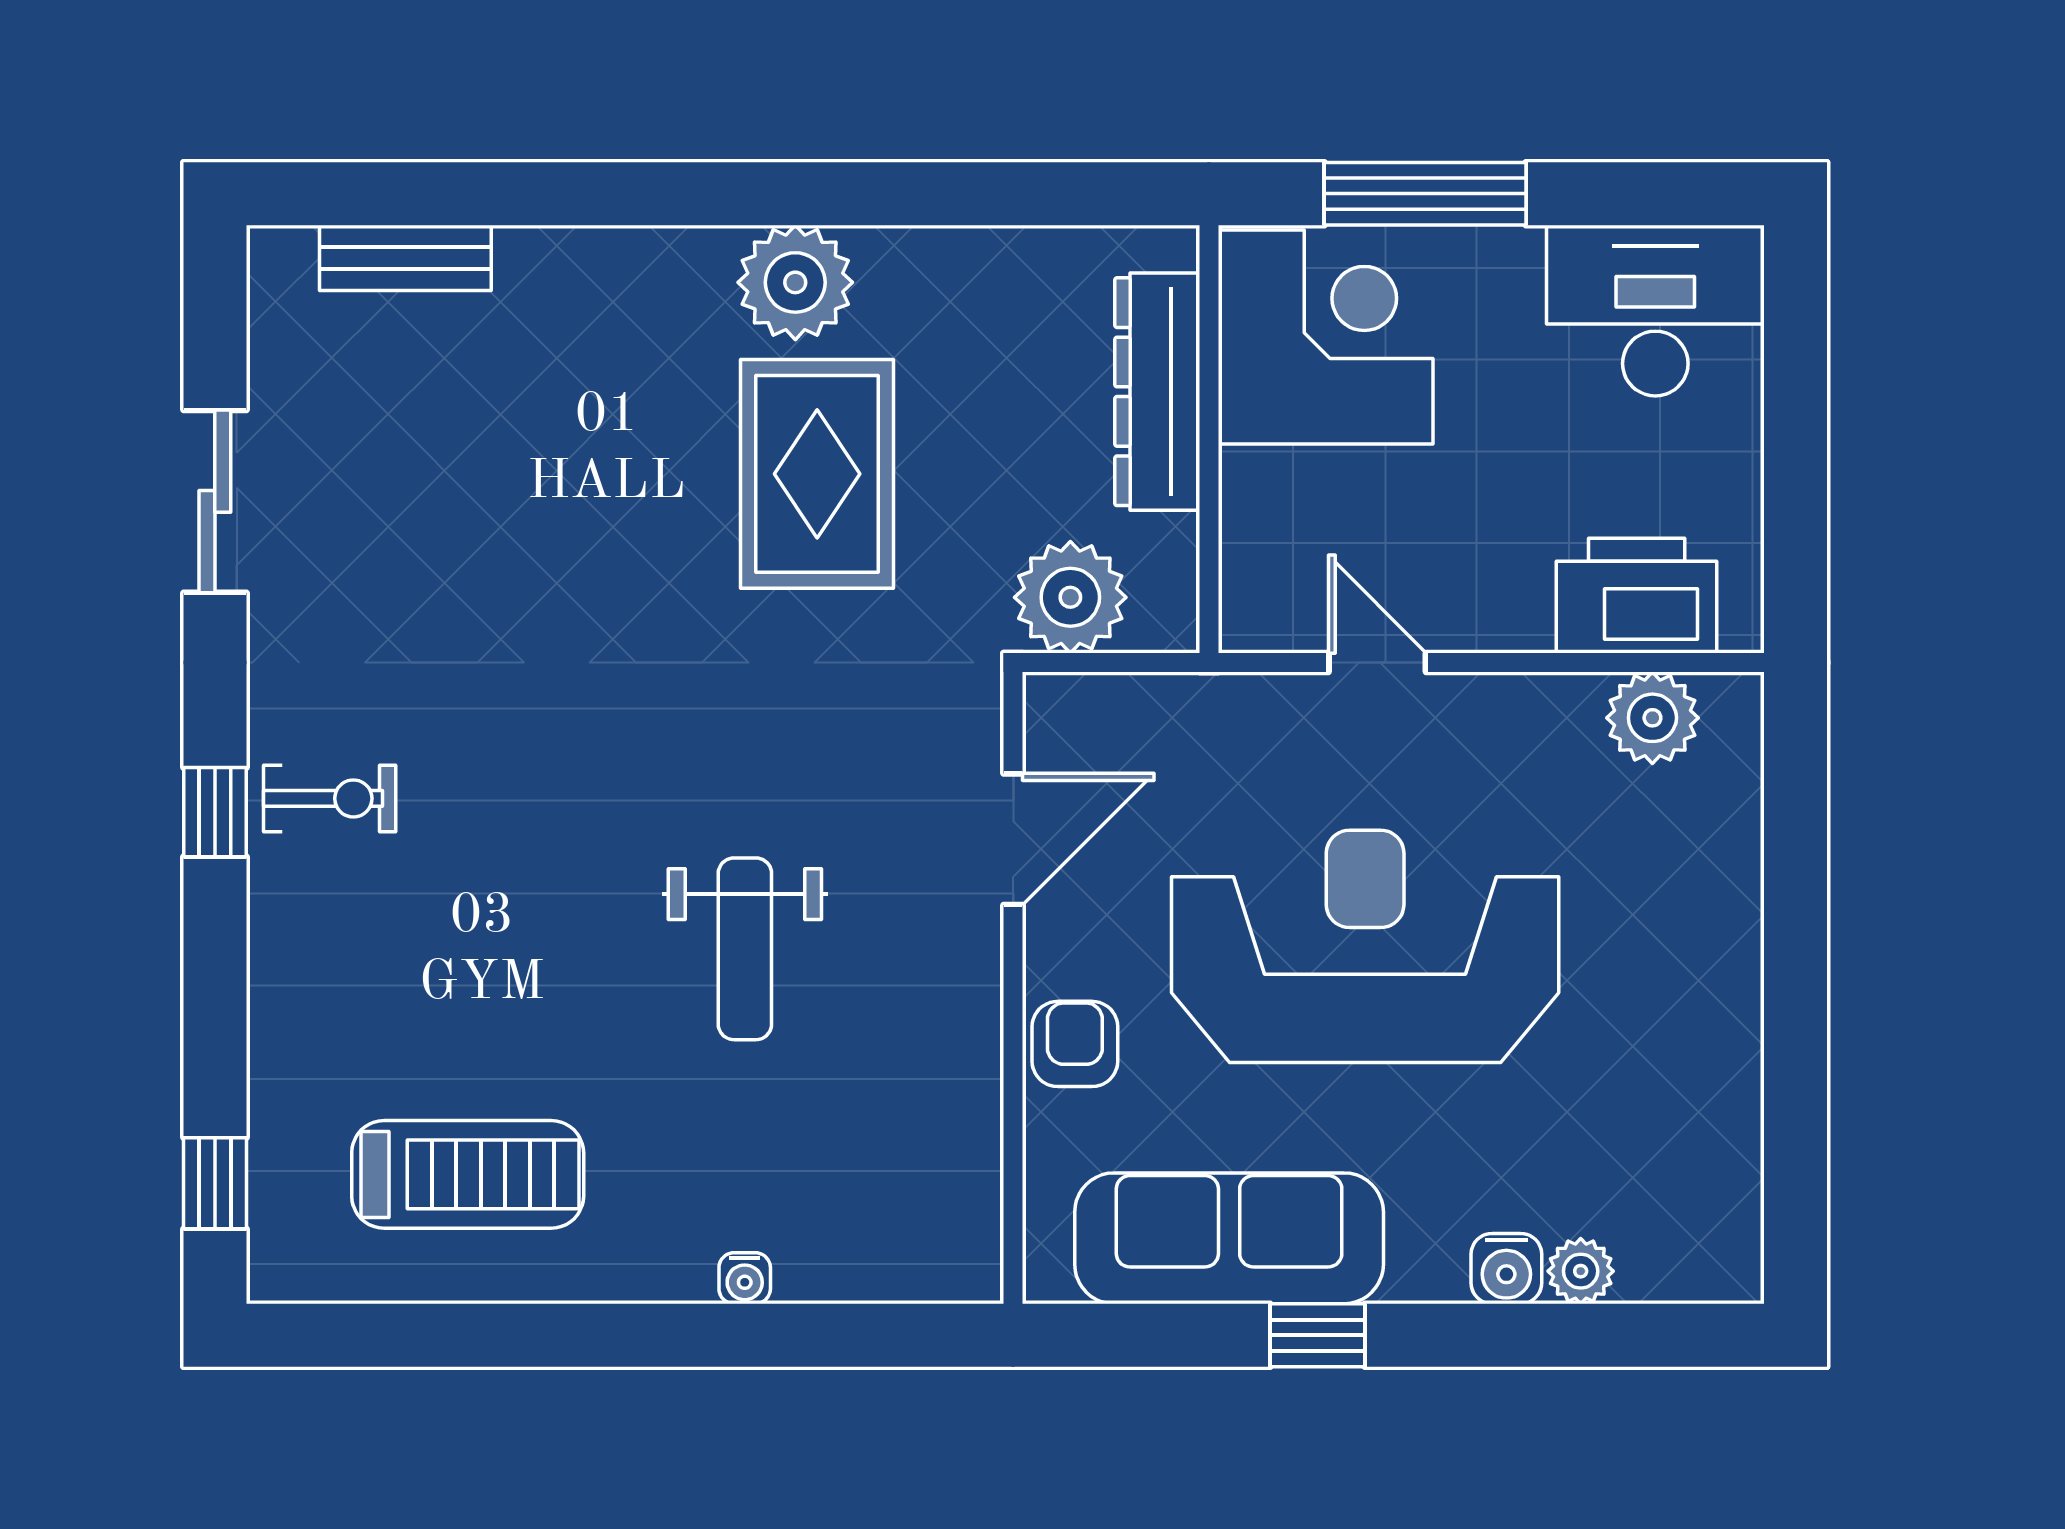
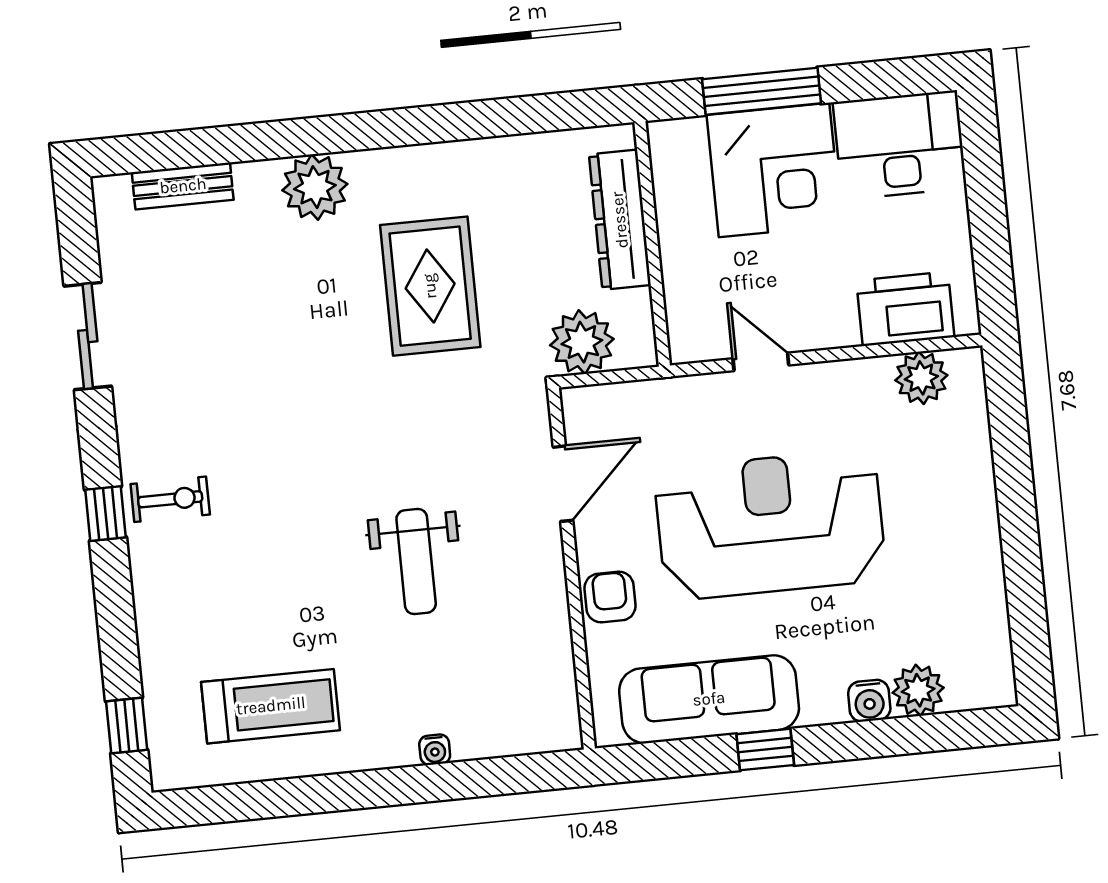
plant: (795, 282) -> (315, 187), moved
corner desk: (1326, 337) -> (774, 170), moved, turned 90
plant: (1581, 1271) -> (918, 690), width x1.38, depth x1.38

